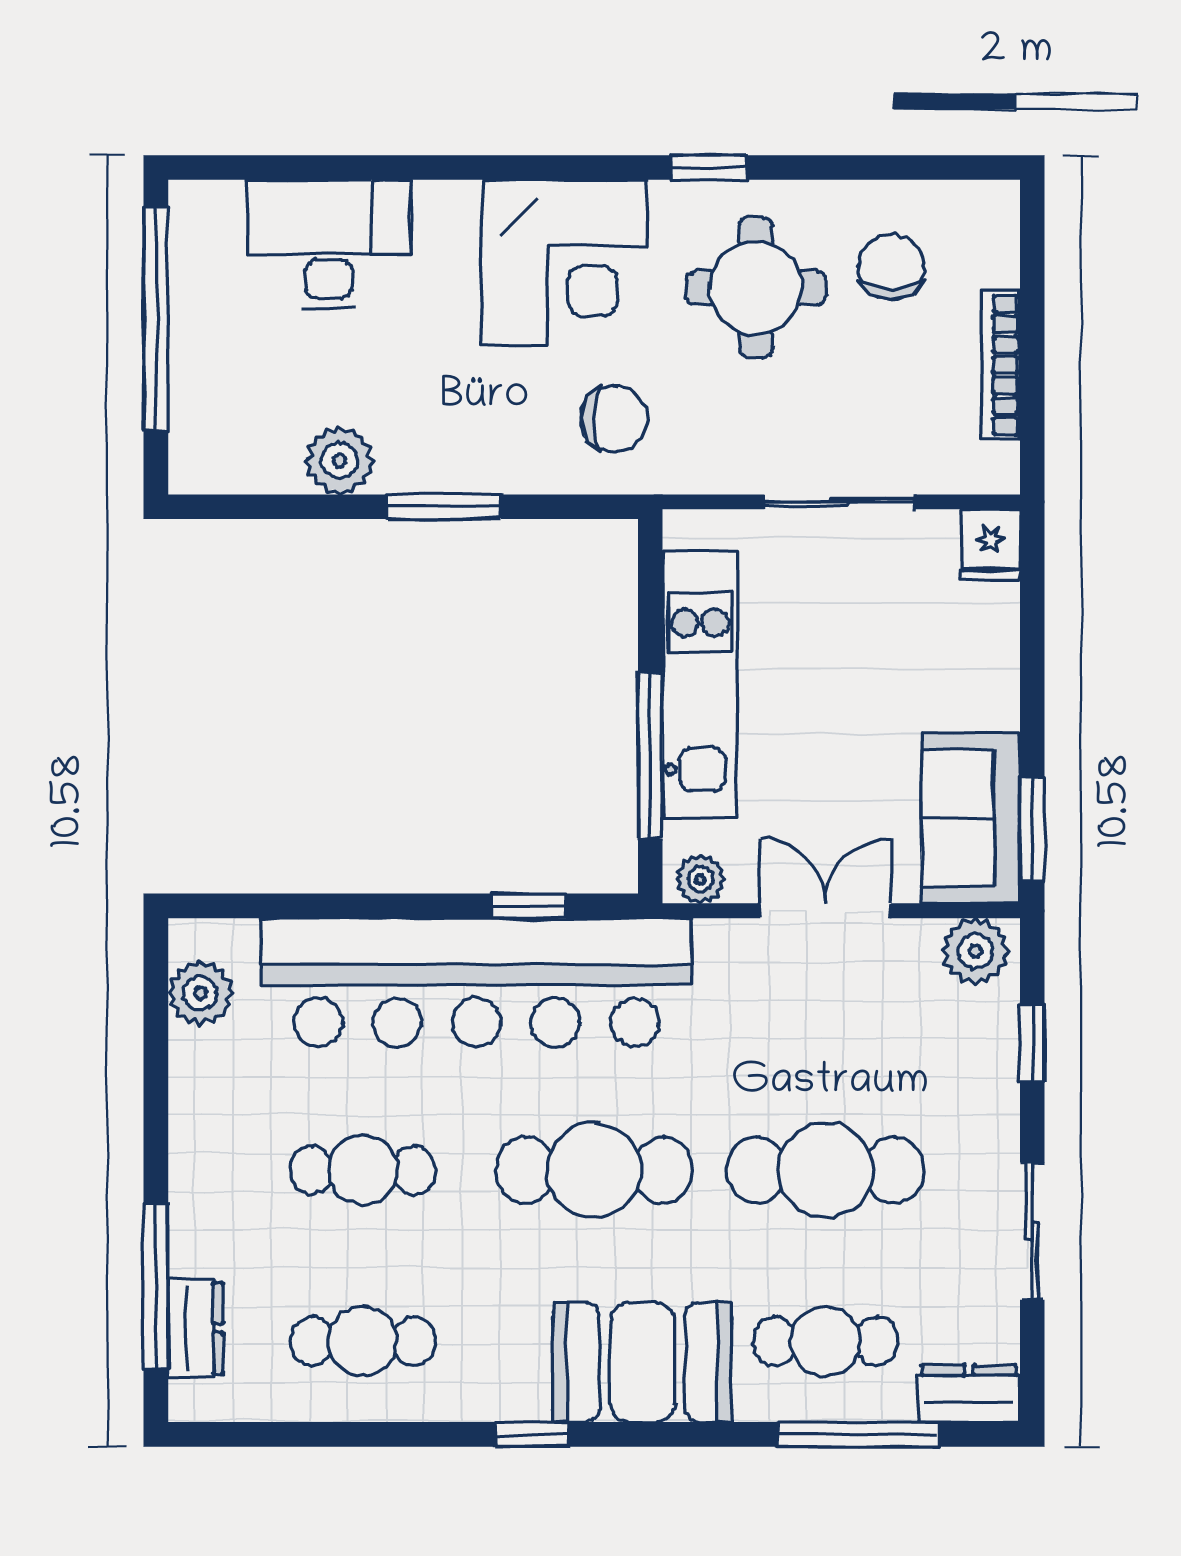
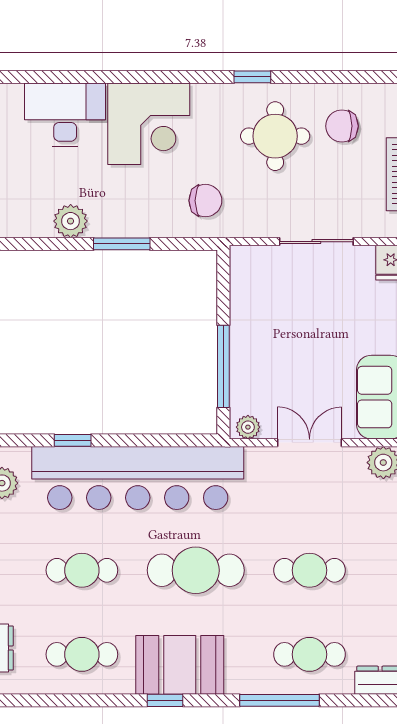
corner desk: (564, 263) -> (149, 124), moved
chair: (891, 267) -> (342, 126), turned -90
kitchen unit: (700, 684) -> (248, 331), removed
window: (529, 906) -> (73, 440), moved
cafe table: (825, 1170) -> (309, 570), width x0.73, depth x0.74
booth: (642, 1362) -> (180, 665), moved
window: (858, 1434) -> (279, 700), moved

